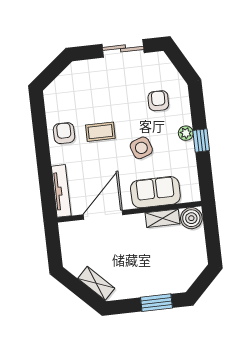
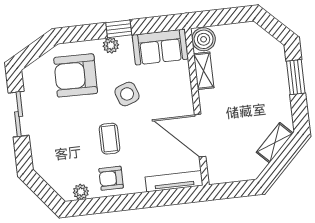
armchair: (158, 101) -> (76, 75), width x1.88, depth x1.88
plant: (52, 105) -> (81, 192), added
sofa: (155, 192) -> (160, 47), moved, turned -90

